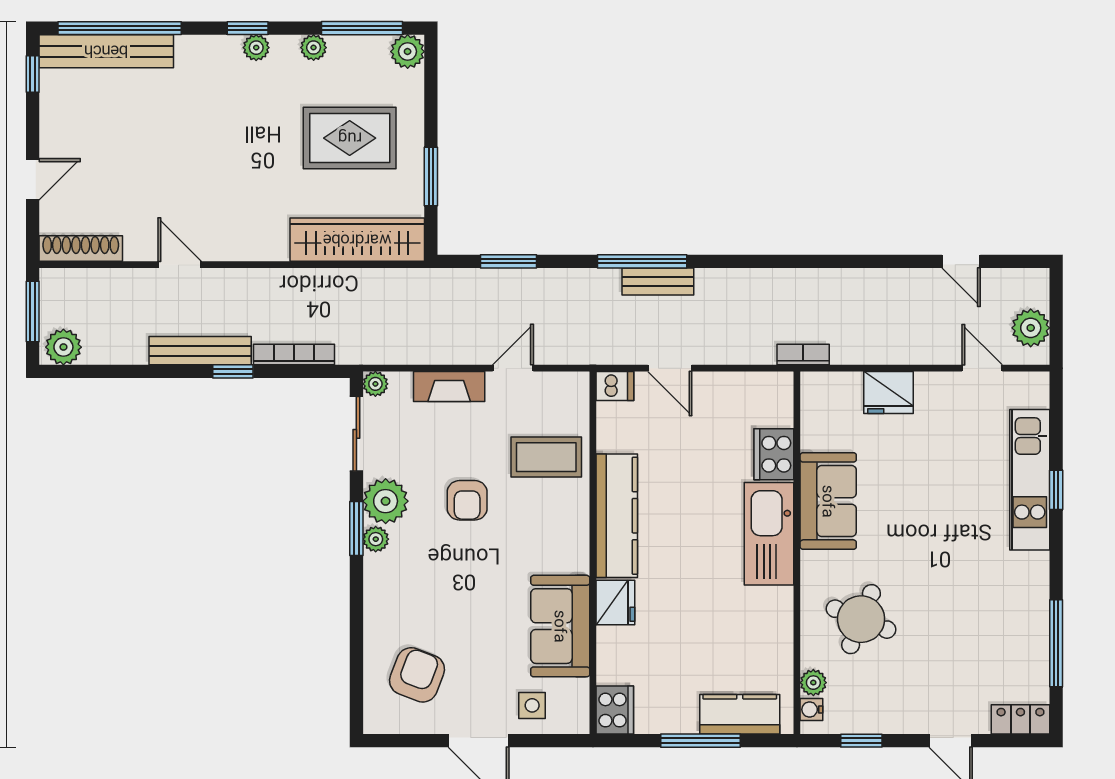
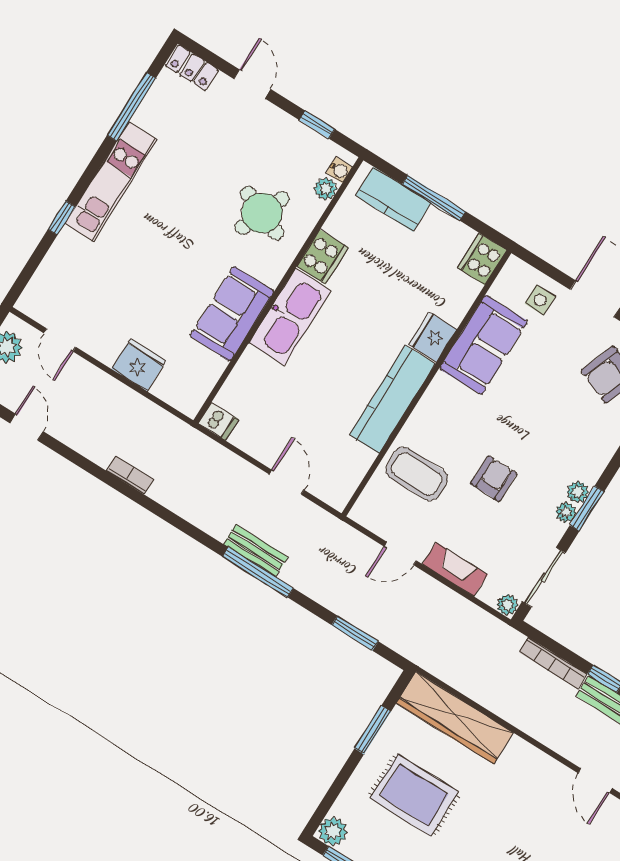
bookcase: (803, 355) -> (130, 475), moved, turned 180
dishwasher: (615, 386) -> (218, 421), moved, turned 180
cooker: (774, 454) -> (323, 257), moved
kitchen unit: (1030, 480) -> (111, 182), moved
plant: (386, 501) -> (566, 512), width x0.53, depth x0.53

